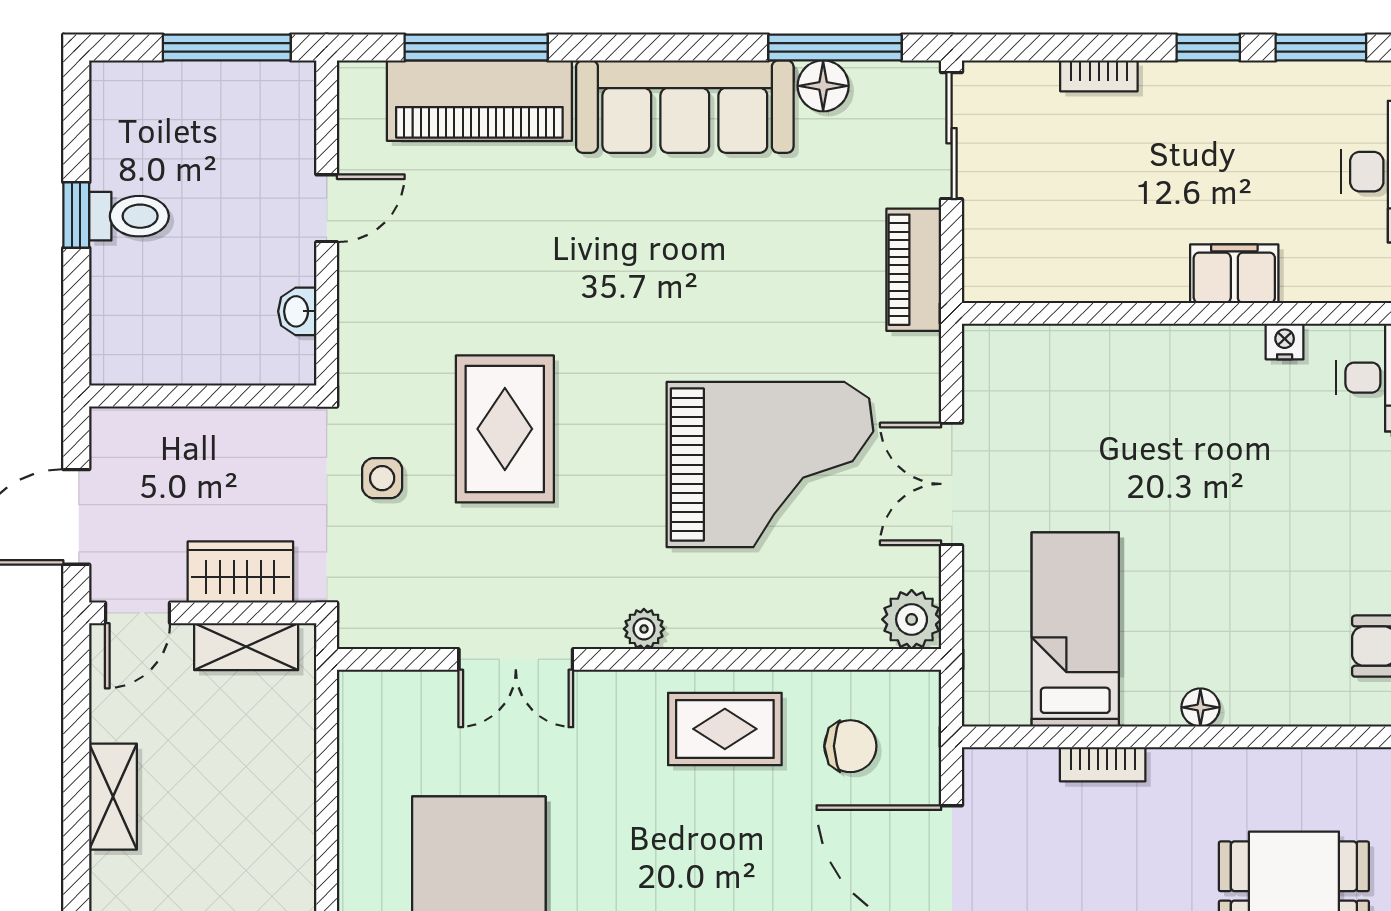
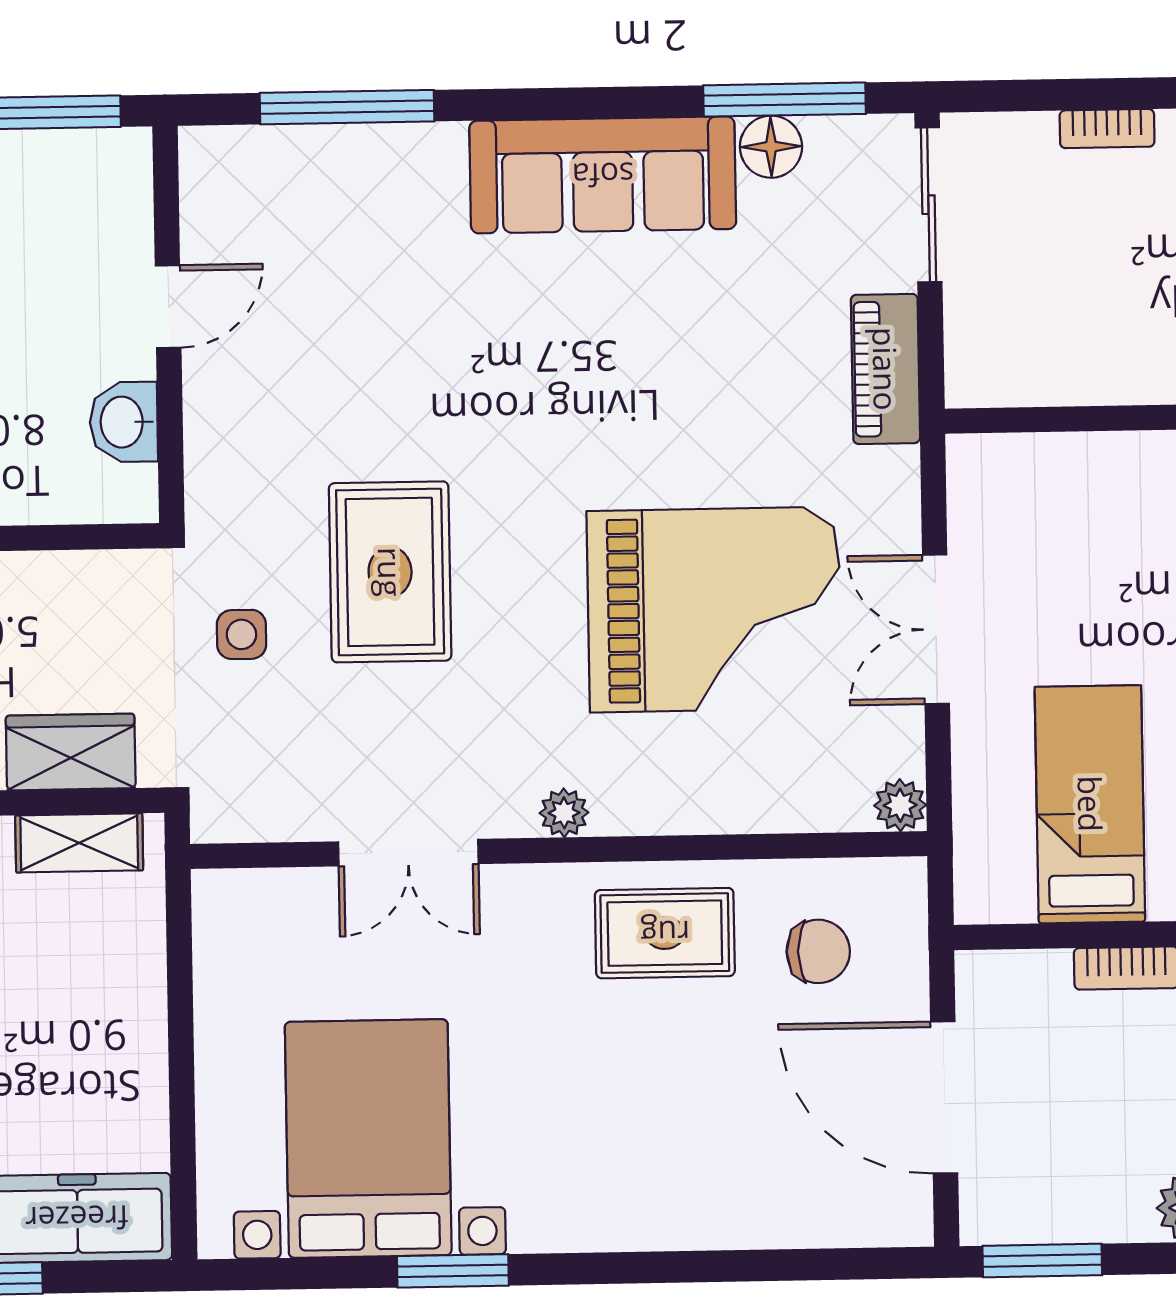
piano: (479, 101) -> (352, 172), removed
washbasin: (297, 311) -> (124, 422), width x1.38, depth x1.45
plant: (912, 619) -> (900, 805), width x0.73, depth x0.73

